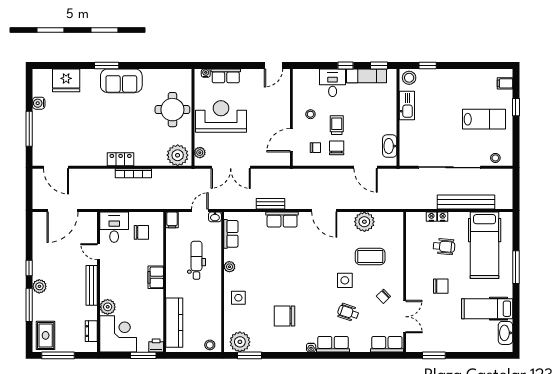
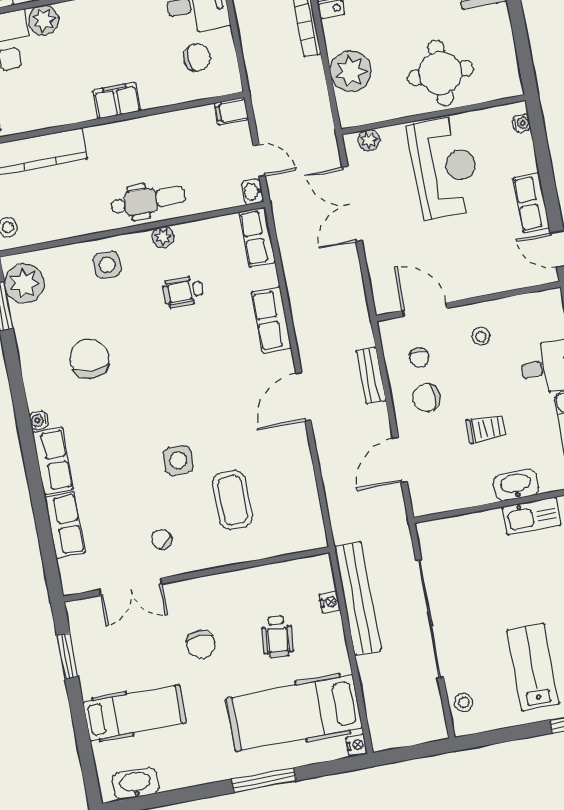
row of seats: (226, 76) -> (531, 203), moved
lab bench: (484, 119) -> (533, 667), turned 180
trolley: (337, 125) -> (487, 428), moved
washbasin: (390, 146) -> (516, 485), moved
chair: (337, 148) -> (426, 398), turned 180
plant: (178, 155) -> (351, 71), moved
bench: (466, 202) -> (358, 598), moved
bench: (271, 204) -> (371, 376), moved
nightstand: (443, 217) -> (356, 745), moved
plant: (364, 222) -> (296, 477), removed
chair: (141, 232) -> (197, 58), turned -93
row of seats: (231, 234) -> (257, 237), moved, turned 90
dental chair: (196, 260) -> (148, 201), moved
hospital bed: (487, 309) -> (135, 713), moved, turned 90
wheelchair: (348, 312) -> (183, 292), moved, turned -109
row of seats: (387, 344) -> (65, 525), moved

